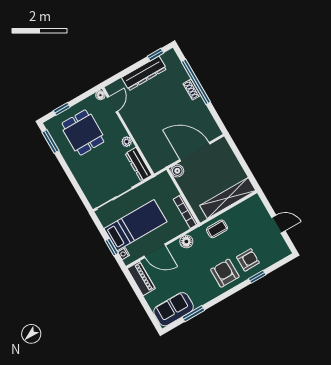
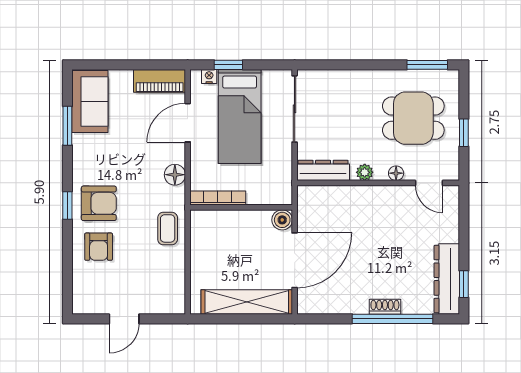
dresser: (144, 73) -> (447, 279), moved
floor lamp: (100, 95) -> (396, 173), moved
window: (62, 109) -> (464, 133), moved
shelving: (228, 198) -> (247, 302), moved, turned 90
window: (257, 277) -> (67, 205), moved

